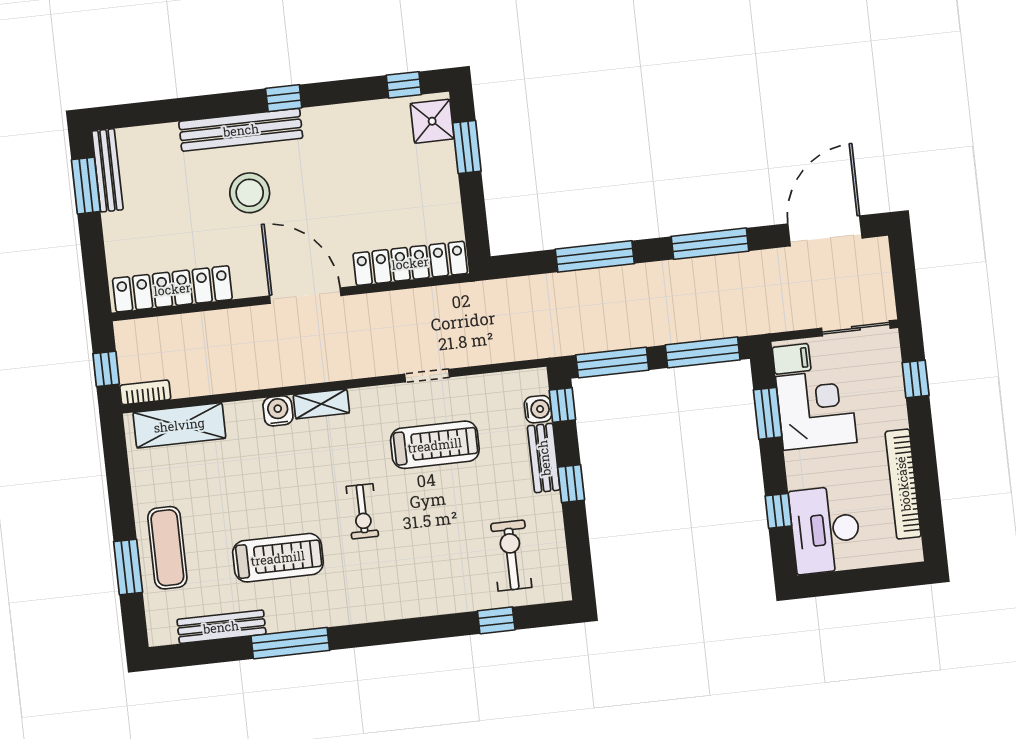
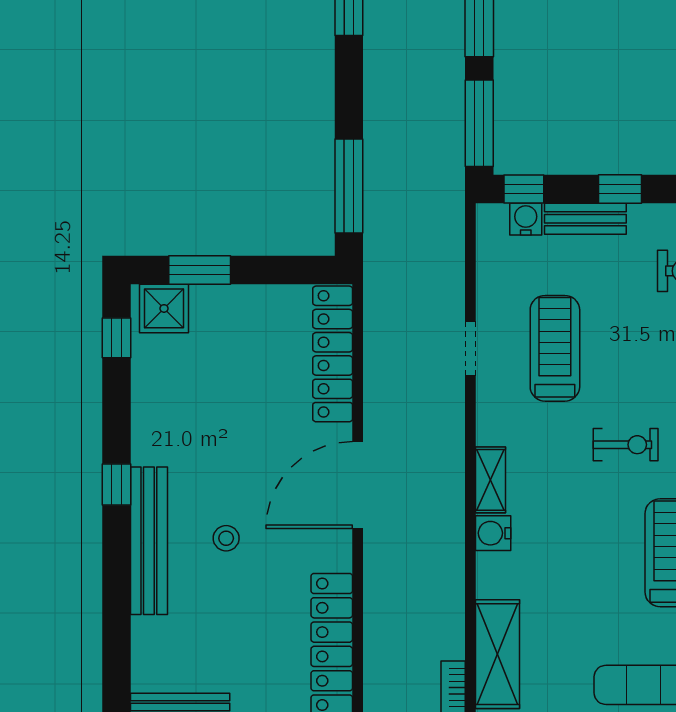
stool: (250, 193) -> (226, 538), width x0.53, depth x0.53
window: (595, 256) -> (349, 186), moved

